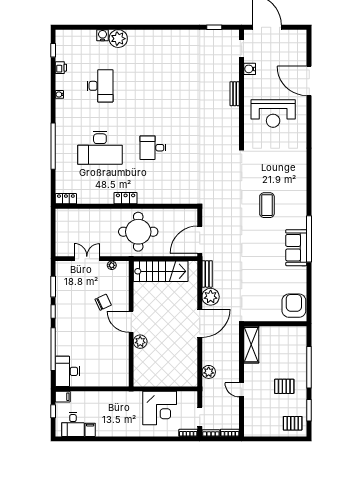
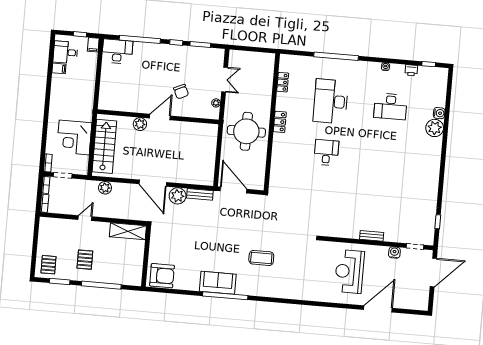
locker: (66, 199) -> (283, 82), moved
stairs: (161, 271) -> (104, 146), moved, turned 180

